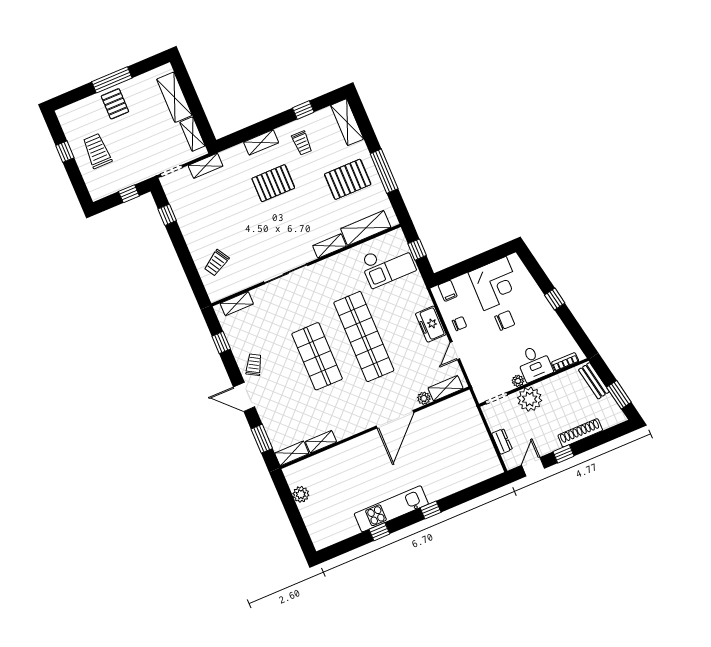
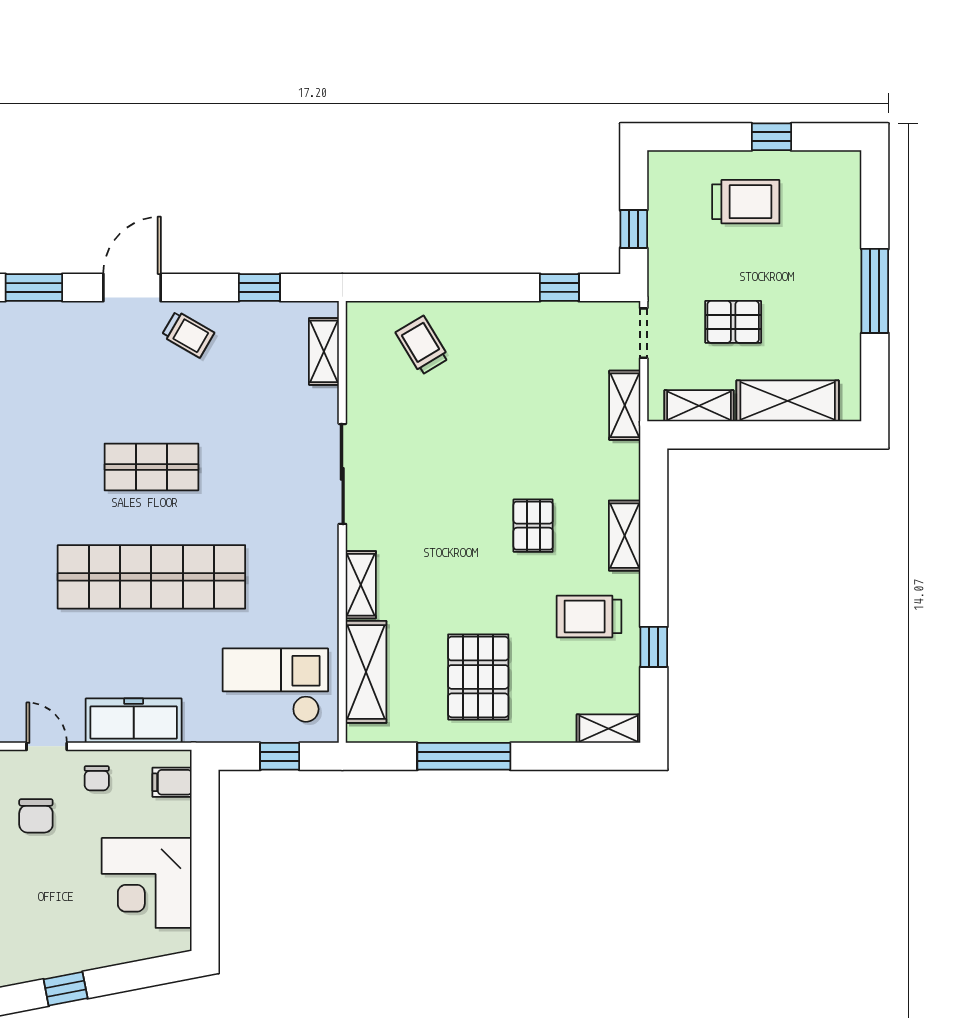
pallet: (115, 104) -> (733, 322), moved
shelving: (347, 122) -> (609, 729), width x0.67, depth x0.75
trolley: (302, 143) -> (589, 616), width x1.36, depth x1.39
pallet: (273, 183) -> (533, 526), width x0.67, depth x0.71
checkout: (388, 264) -> (275, 686), turned 90
chair: (505, 321) -> (36, 816), moved
freezer: (431, 324) -> (134, 721), width x1.40
shop shelf: (317, 356) -> (151, 467), width x0.70, depth x0.74

